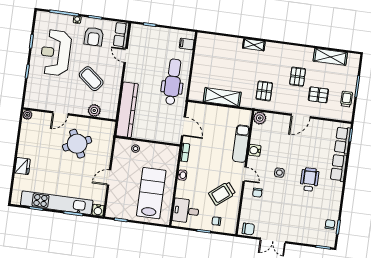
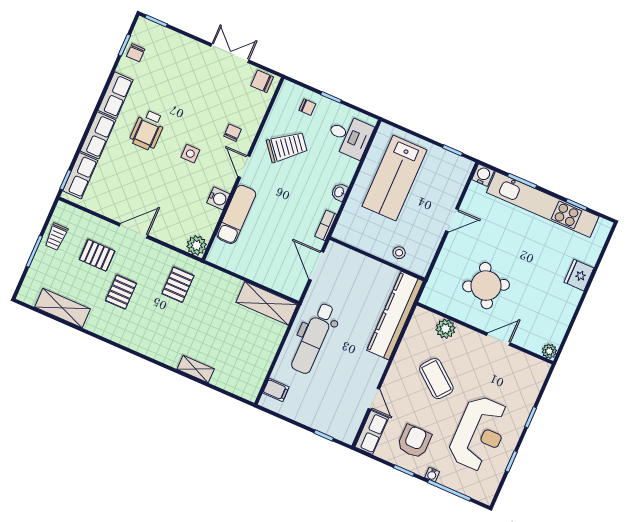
shelving: (254, 45) -> (196, 369), moved
shelving: (222, 97) -> (267, 303), moved
row of seats: (335, 195) -> (115, 95), added

